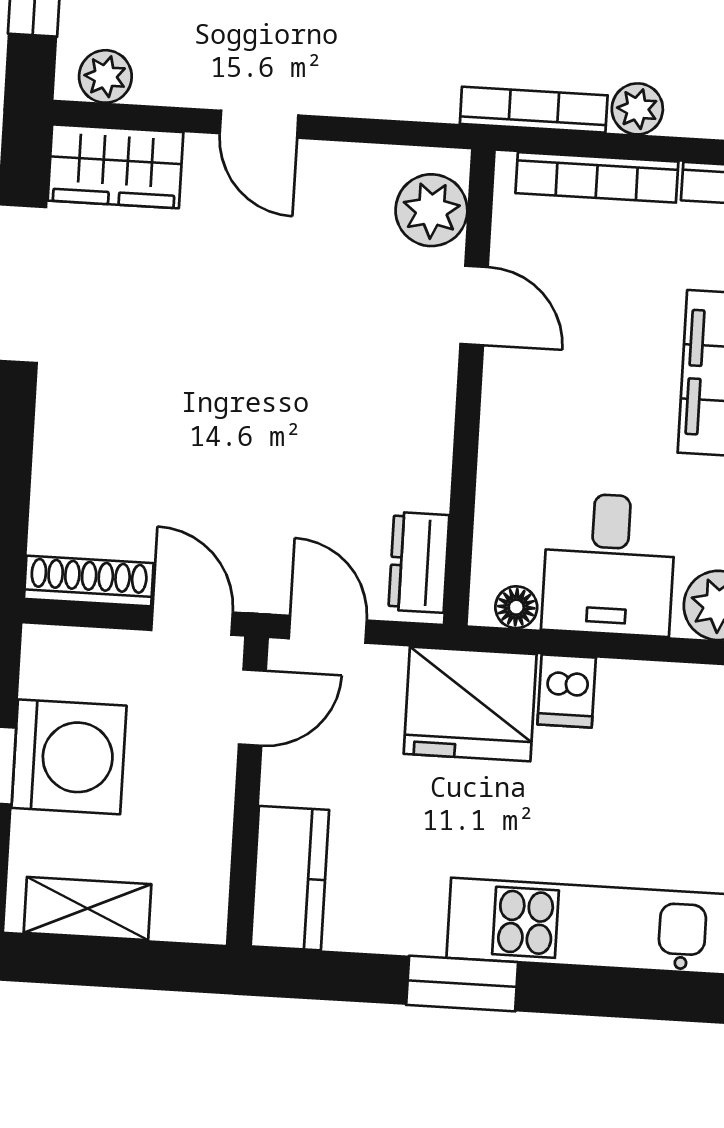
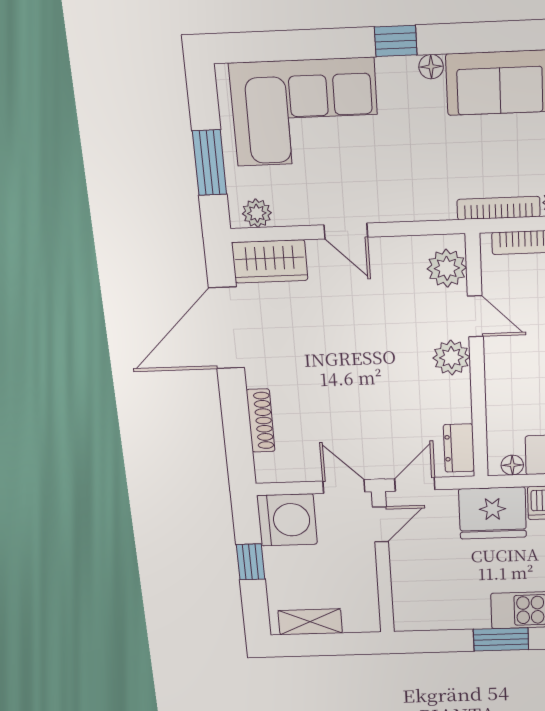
plant: (423, 381) -> (451, 358), added
shoe rack: (89, 581) -> (261, 421), moved, turned 90
door: (328, 629) -> (415, 484), hinge flipped
washing machine: (69, 757) -> (287, 520), moved
kitchen counter: (290, 878) -> (409, 600), removed

